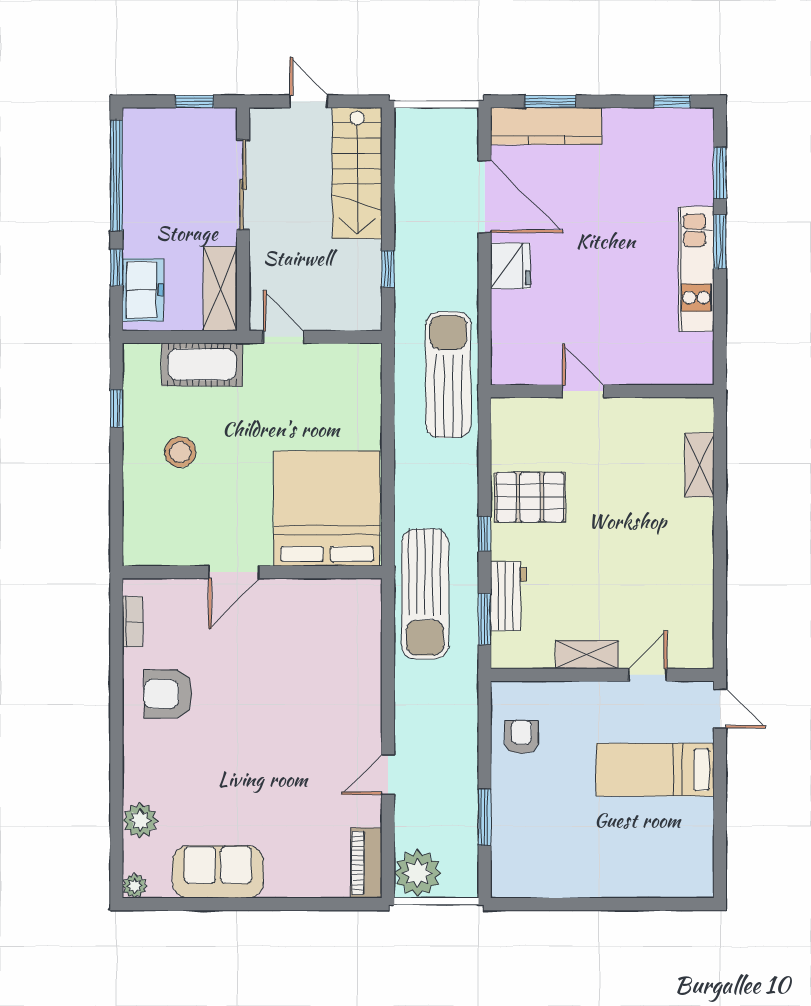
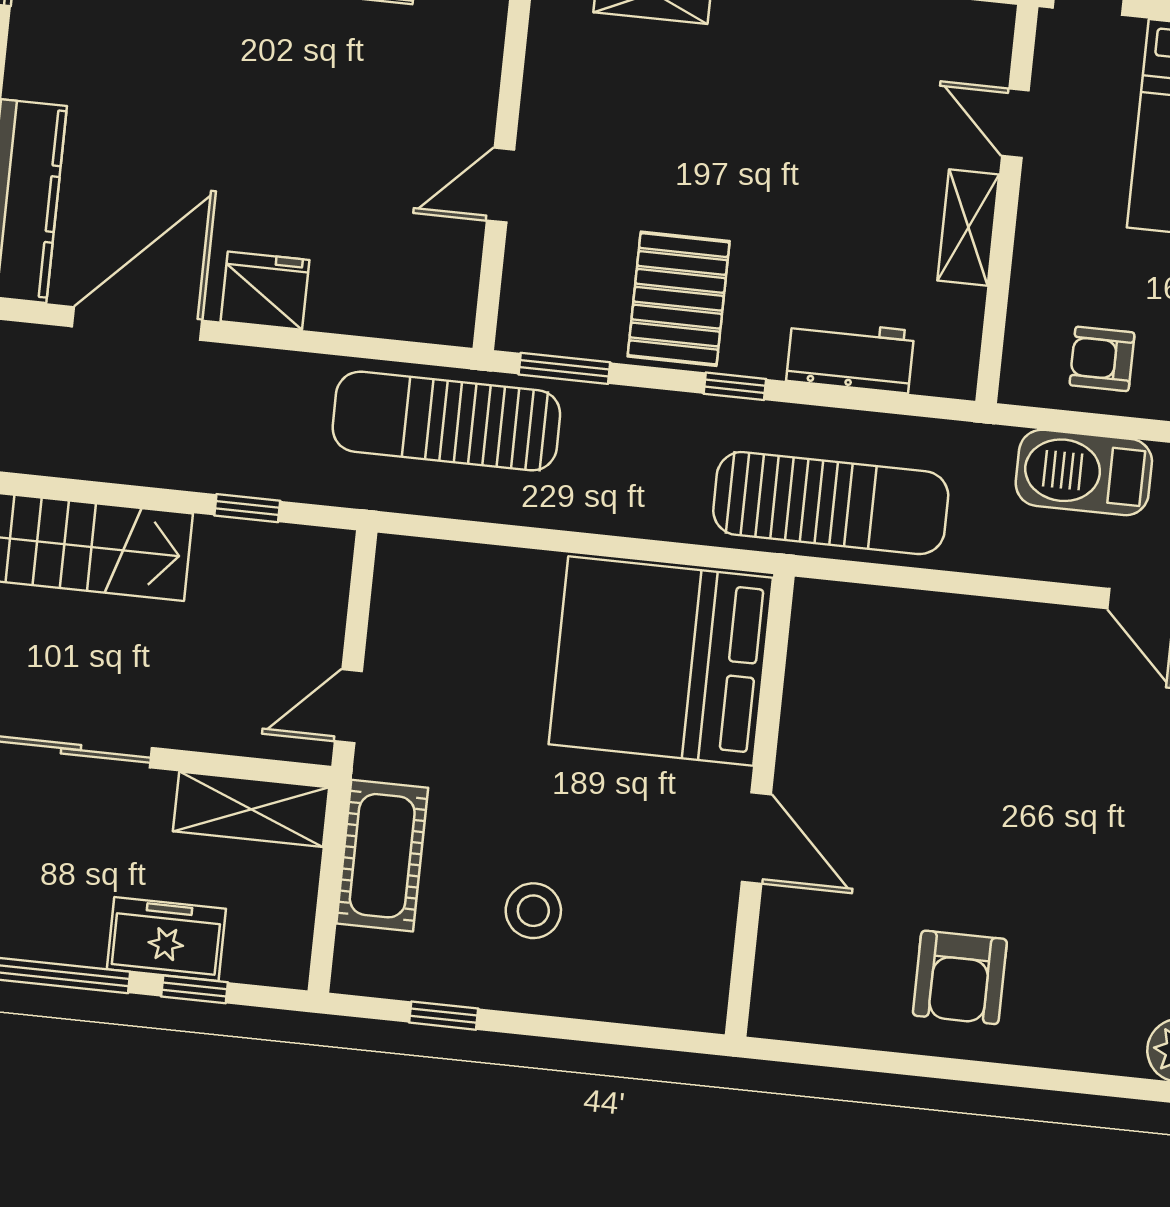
freezer: (143, 290) -> (166, 939), moved
window: (485, 619) -> (564, 368), moved
bookcase: (133, 622) -> (826, 1027), removed
barbecue: (457, 733) -> (1084, 472), added

